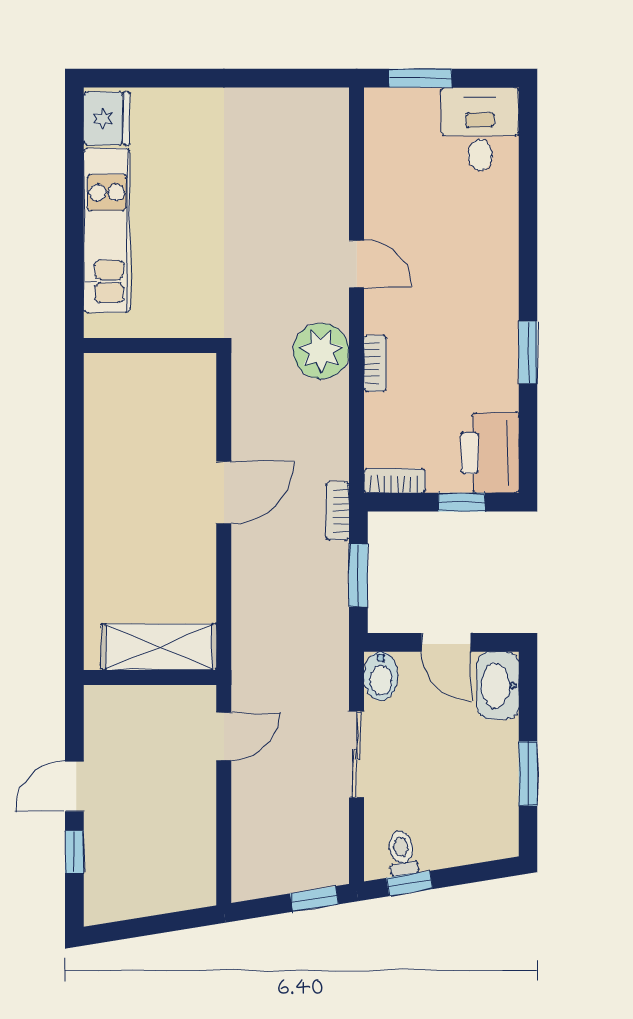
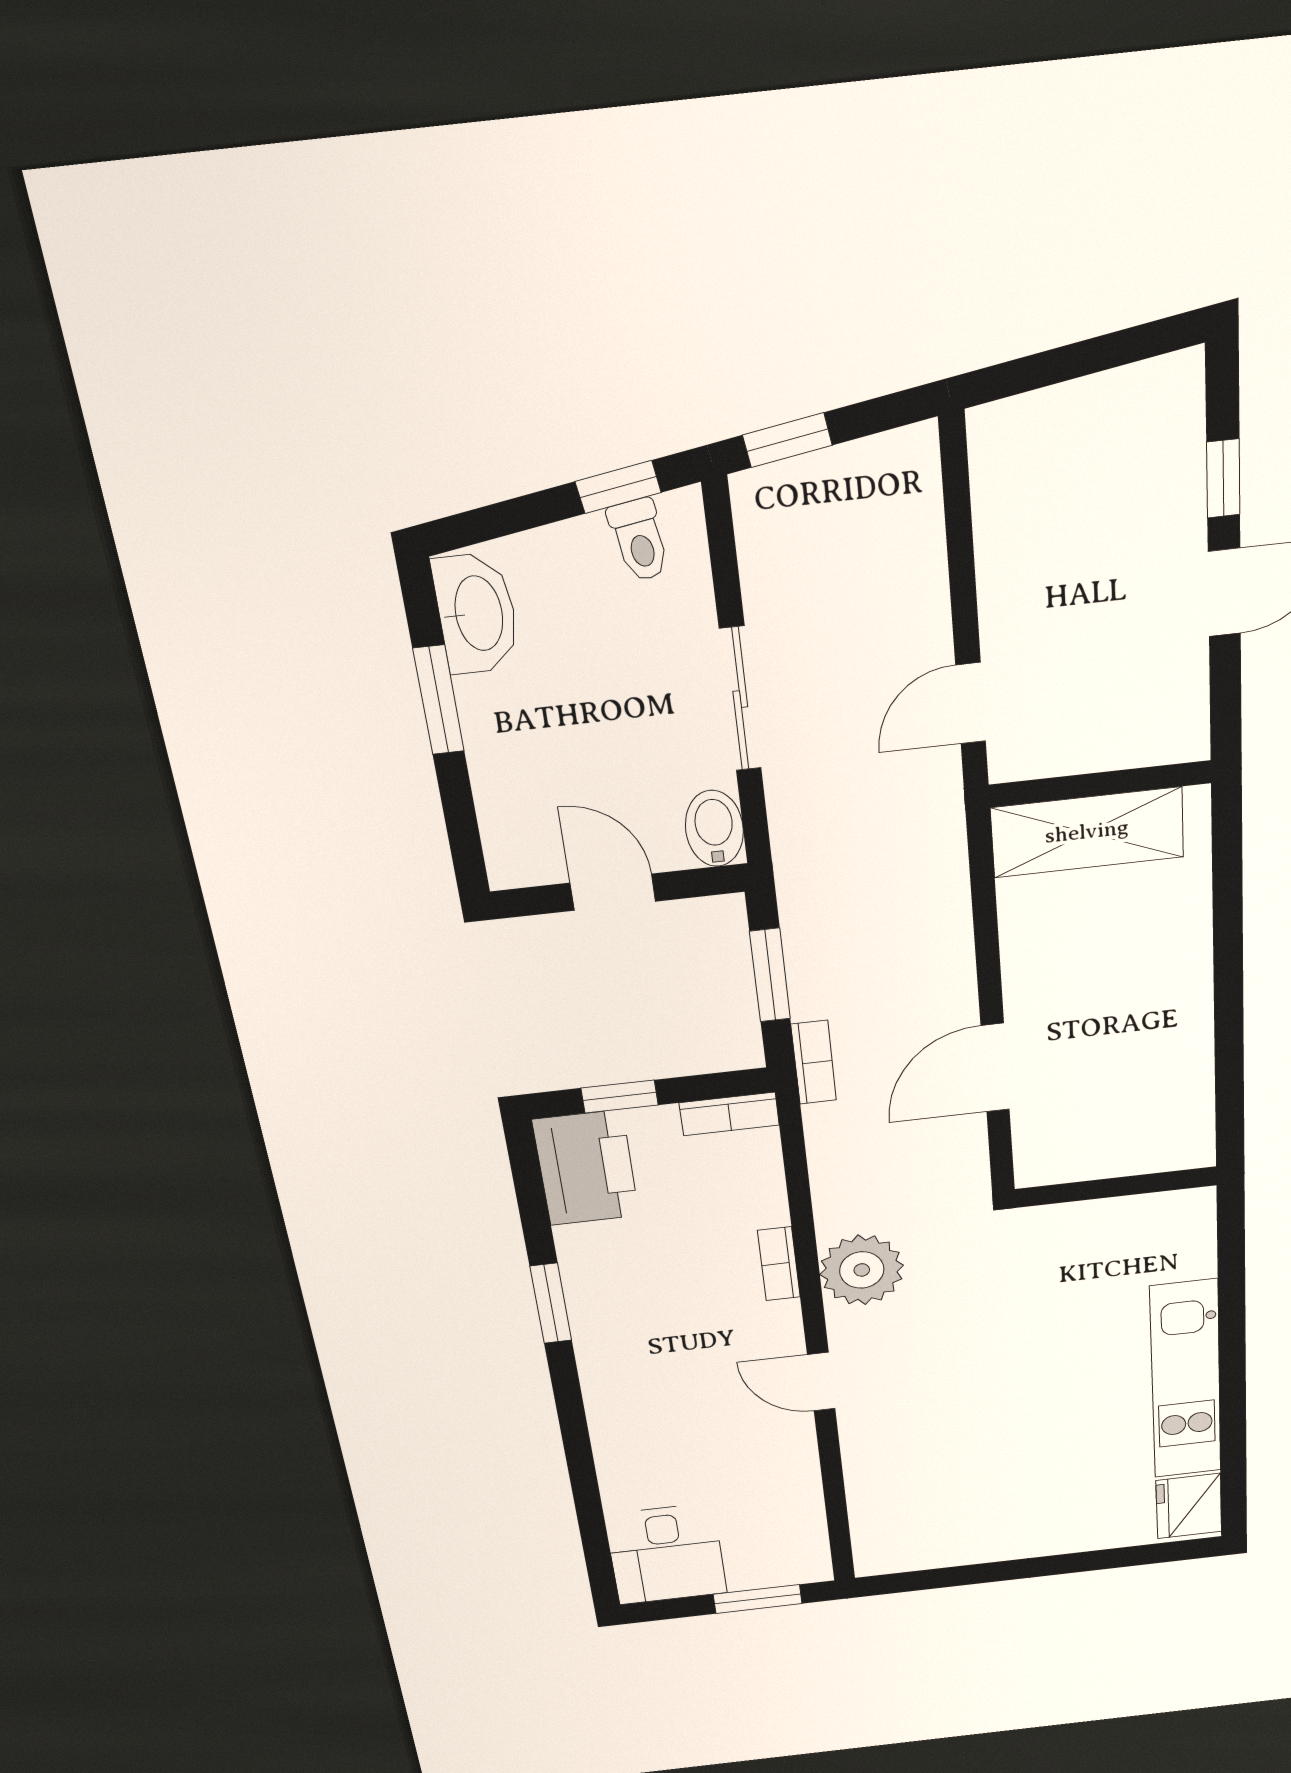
wall: (150, 345) -> (1116, 1187), moved
washbasin: (498, 685) -> (477, 614), moved

